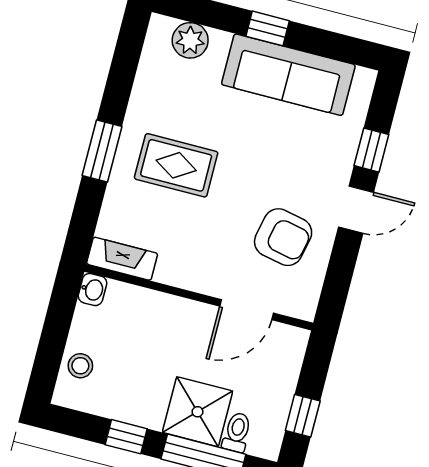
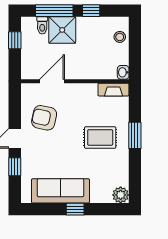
plant: (190, 40) -> (121, 195), moved

